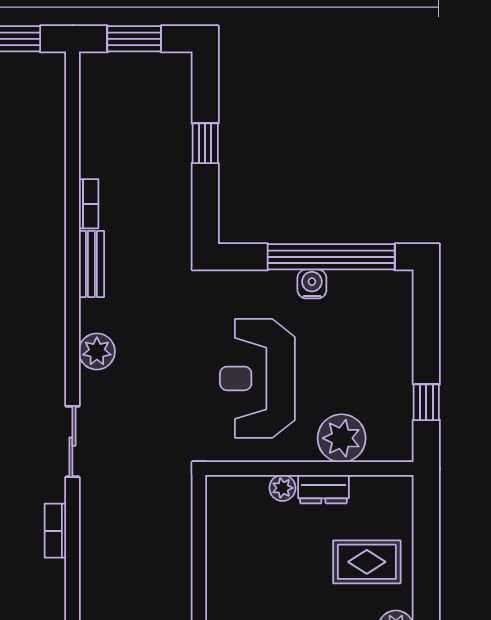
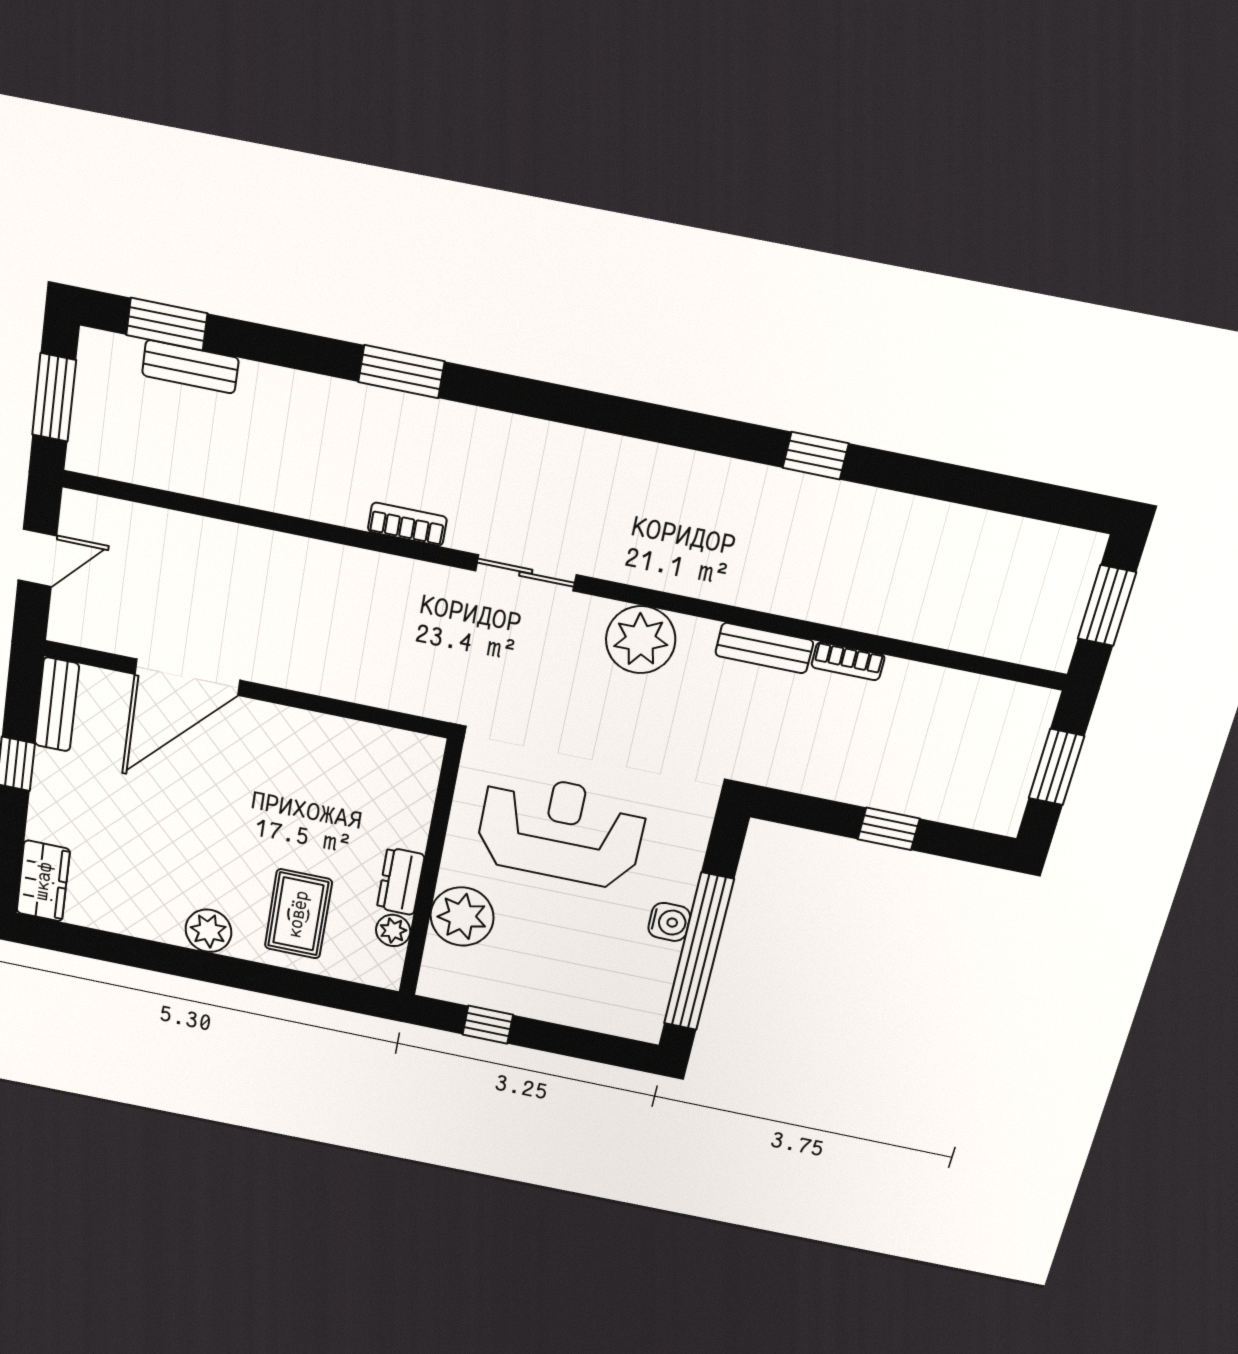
plant: (97, 351) -> (641, 640), width x1.36, depth x1.36
plant: (282, 488) -> (393, 931), moved

